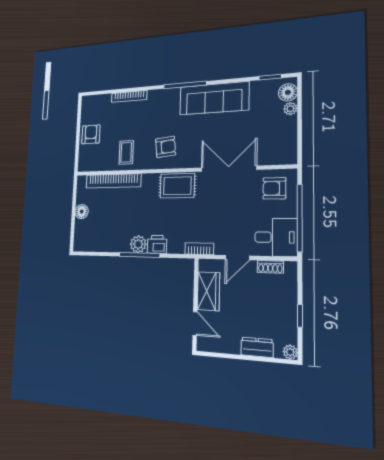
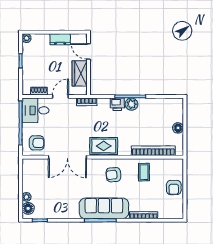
sofa: (214, 98) -> (104, 208), moved
dresser: (257, 347) -> (60, 39), moved

